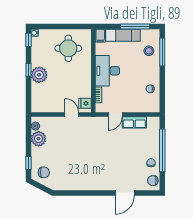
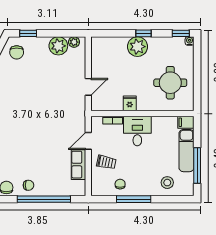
window: (162, 52) -> (134, 199), moved
desk: (107, 71) -> (137, 131), width x0.73
trolley: (132, 100) -> (106, 162), added
fridge: (85, 103) -> (130, 103), moved
door: (115, 115) -> (88, 141), hinge flipped

